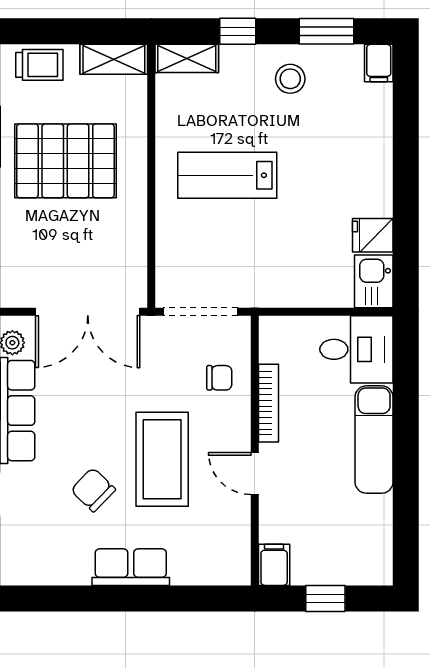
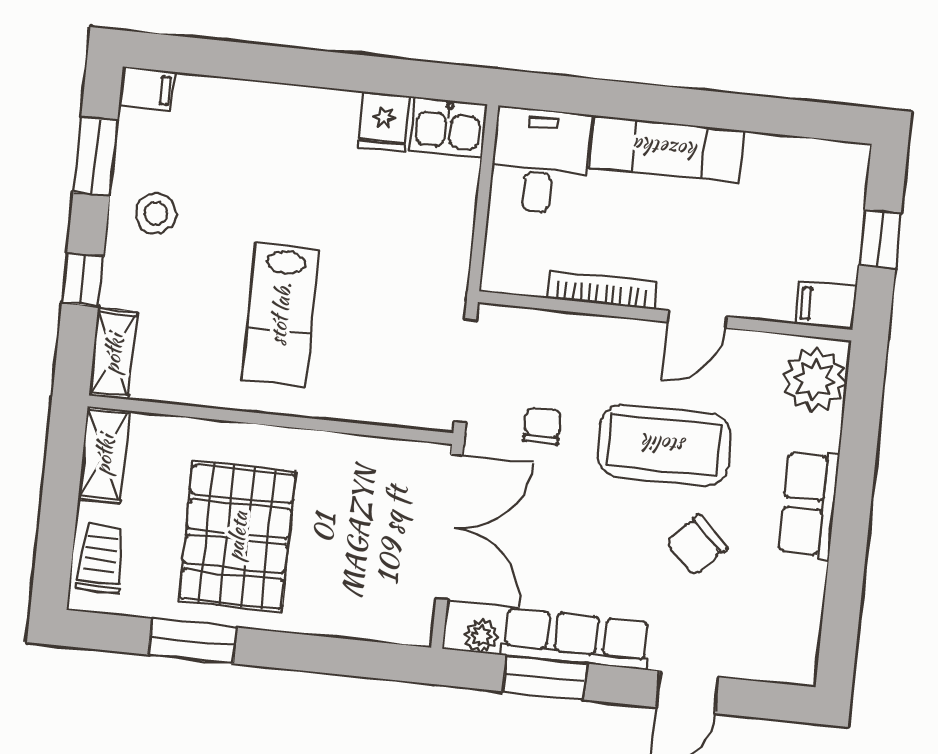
chair: (219, 378) -> (542, 426), moved
plant: (220, 562) -> (815, 380), added

